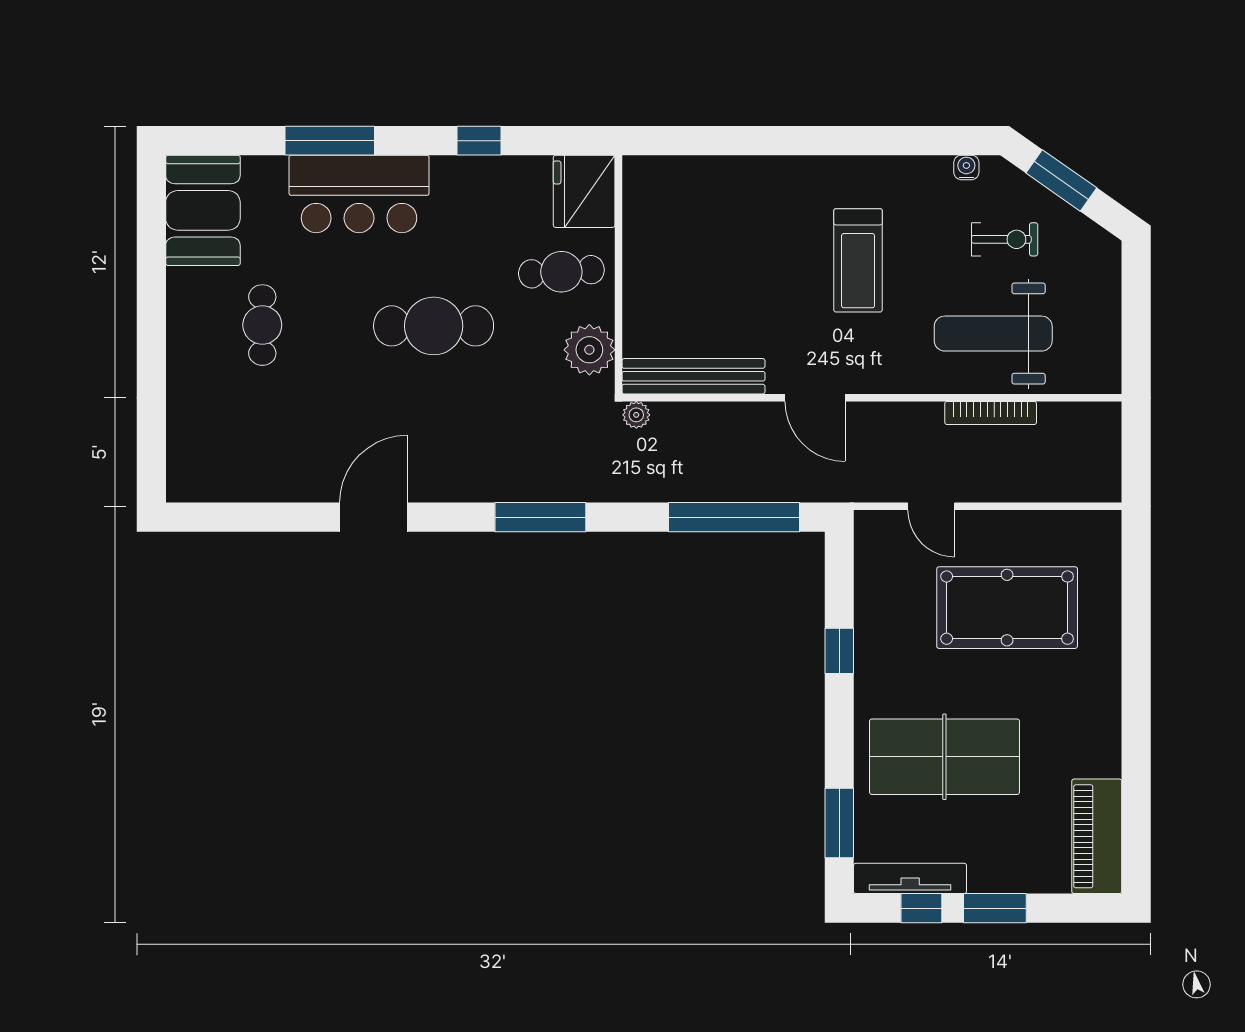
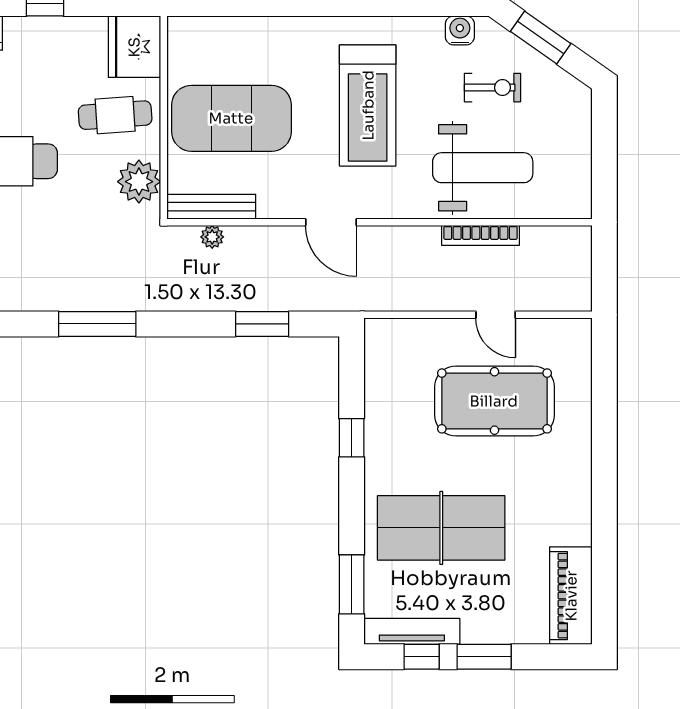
water cooler: (966, 167) -> (460, 30), width x1.38, depth x1.38
treadmill: (858, 260) -> (368, 105), width x1.37, depth x1.38
exercise mat: (698, 276) -> (231, 118), added
weight bench: (993, 334) -> (483, 168), turned 180
bench: (693, 376) -> (211, 207), width x0.73, depth x0.82
plant: (636, 415) -> (212, 237), moved
door: (931, 506) -> (496, 315), moved
window: (734, 517) -> (262, 324), width x0.47

